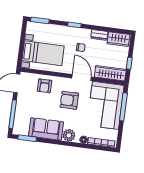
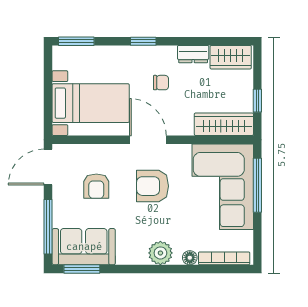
door: (82, 78) -> (148, 140), moved
armchair: (45, 86) -> (96, 186), moved
sofa: (46, 129) -> (84, 247), moved

